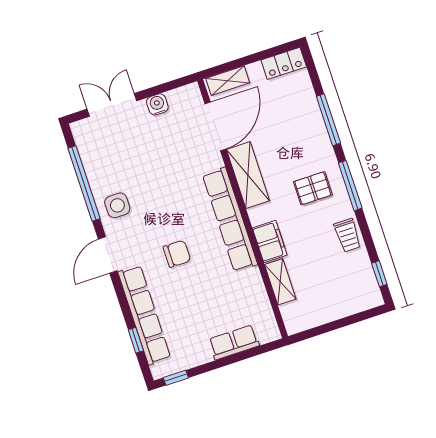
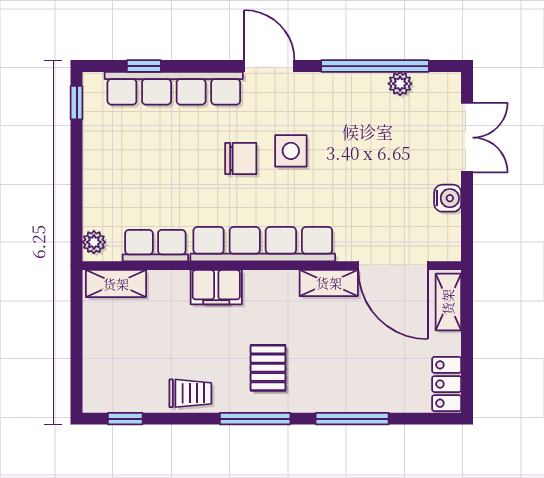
plant: (90, 162) -> (400, 84), added
shelving: (248, 175) -> (329, 283), width x0.67, depth x0.75
side table: (117, 205) -> (291, 151), moved
trolley: (348, 235) -> (190, 393), turned 180
chair: (177, 254) -> (241, 158), turned -90
shelving: (280, 282) -> (116, 284), moved
plant: (267, 335) -> (94, 242), added
row of seats: (234, 342) -> (155, 246), moved, turned -90

